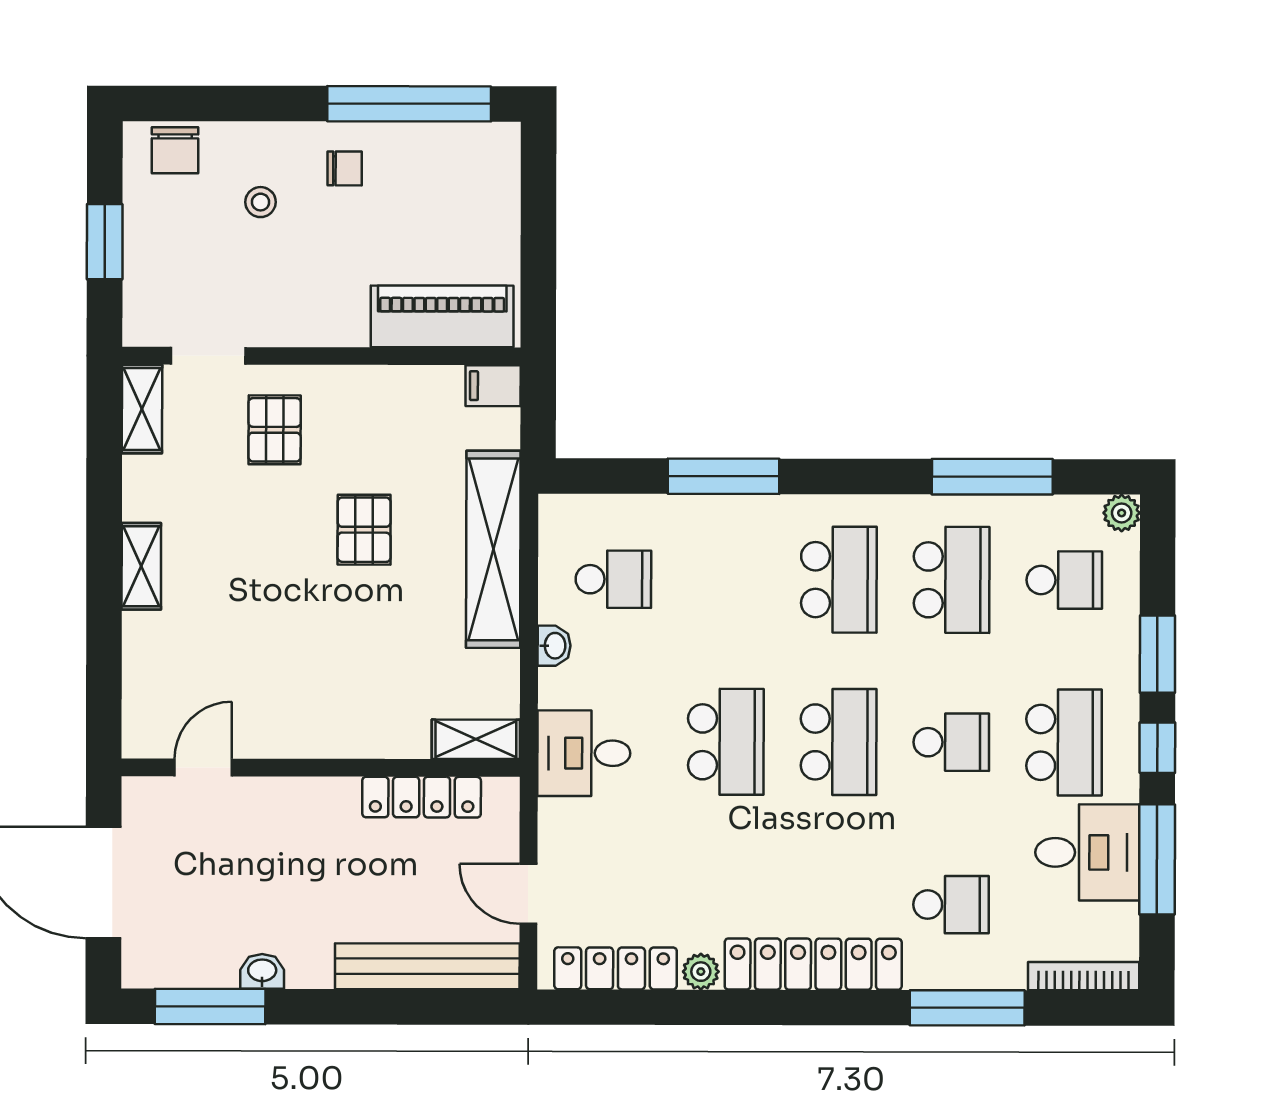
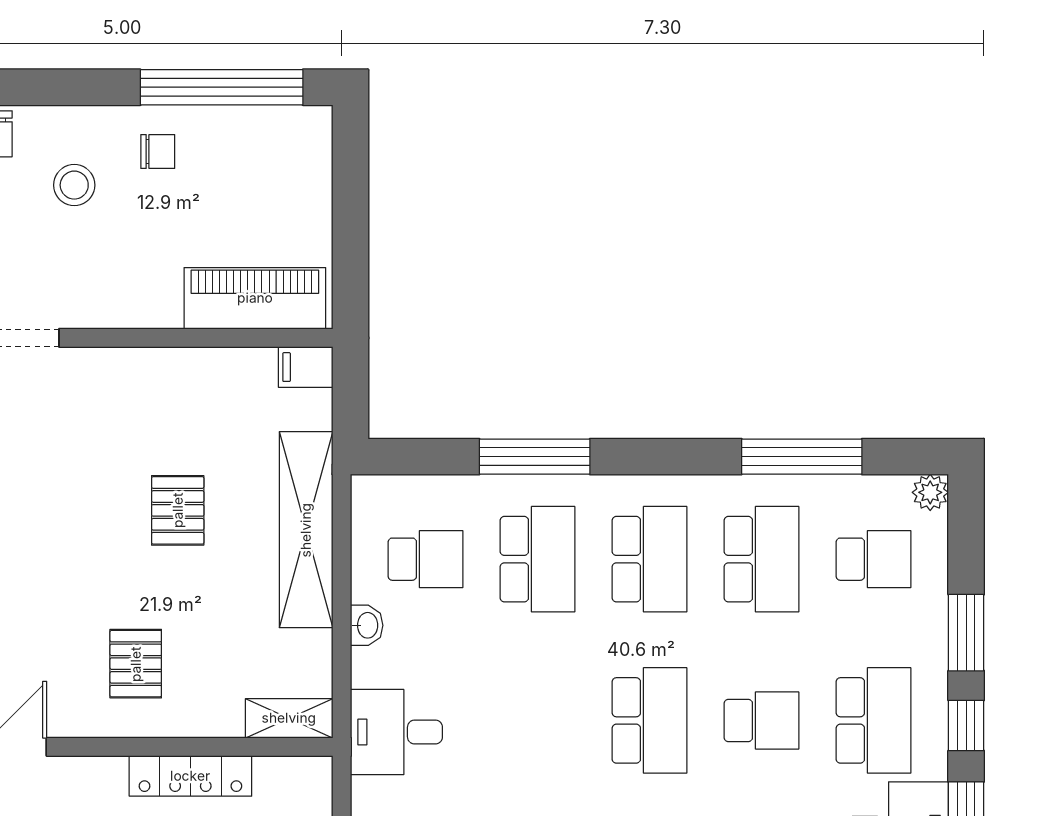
stool: (261, 202) -> (74, 185), width x1.37, depth x1.37
pallet: (275, 430) -> (136, 664), moved
school desk: (726, 742) -> (537, 559), moved
locker: (422, 797) -> (190, 776), moved

